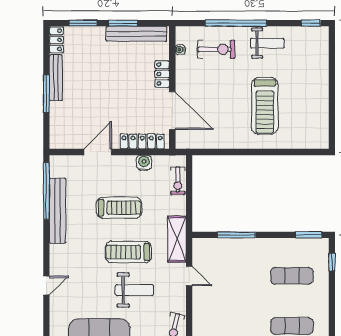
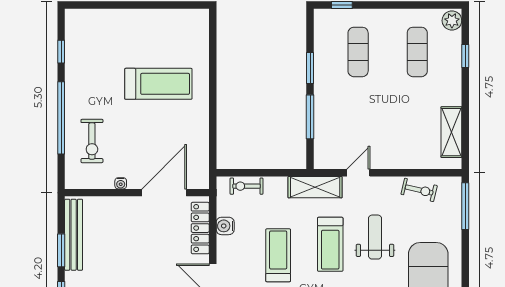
window: (311, 23) -> (61, 52), moved
weight bench: (267, 43) -> (85, 81), removed
exercise bike: (216, 49) -> (92, 141), turned 180
water cooler: (180, 50) -> (121, 183), moved
locker: (162, 74) -> (121, 205), removed
exercise bike: (178, 181) -> (246, 186), turned 180
window: (309, 235) -> (310, 68), moved

